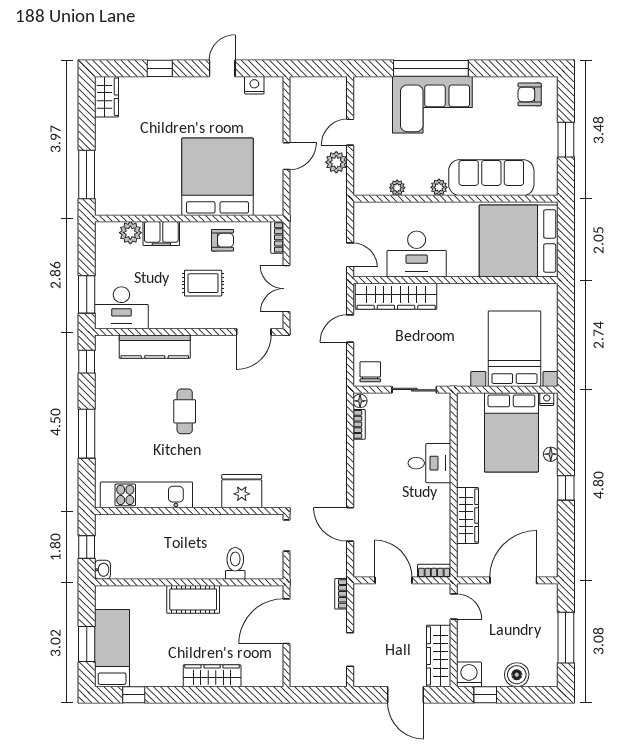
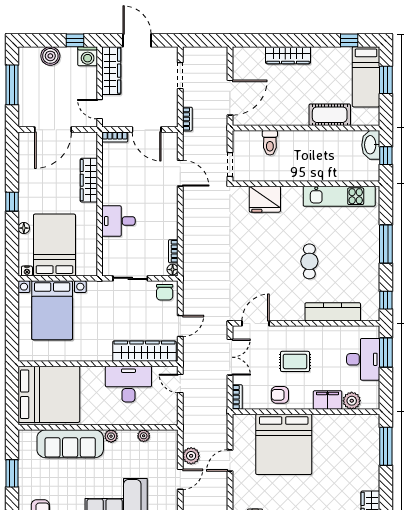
desk: (121, 308) -> (363, 359), moved, turned 90
washbasin: (102, 570) -> (371, 145), width x1.91, depth x1.45
cot: (193, 599) -> (330, 115), moved

